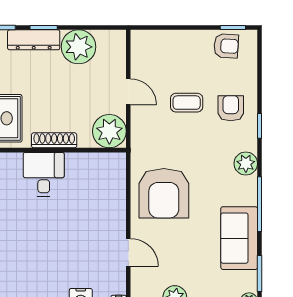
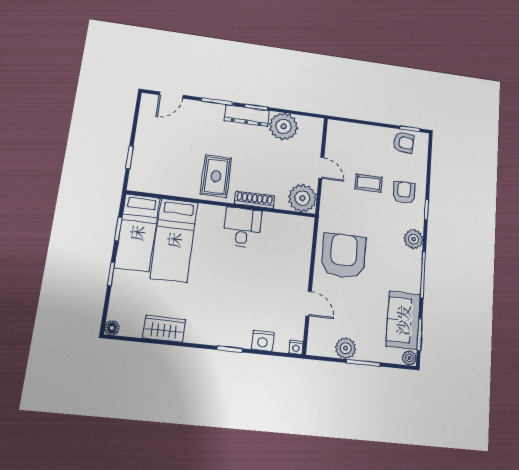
armchair: (164, 193) -> (344, 256), turned 180
sofa: (239, 238) -> (403, 320), moved

